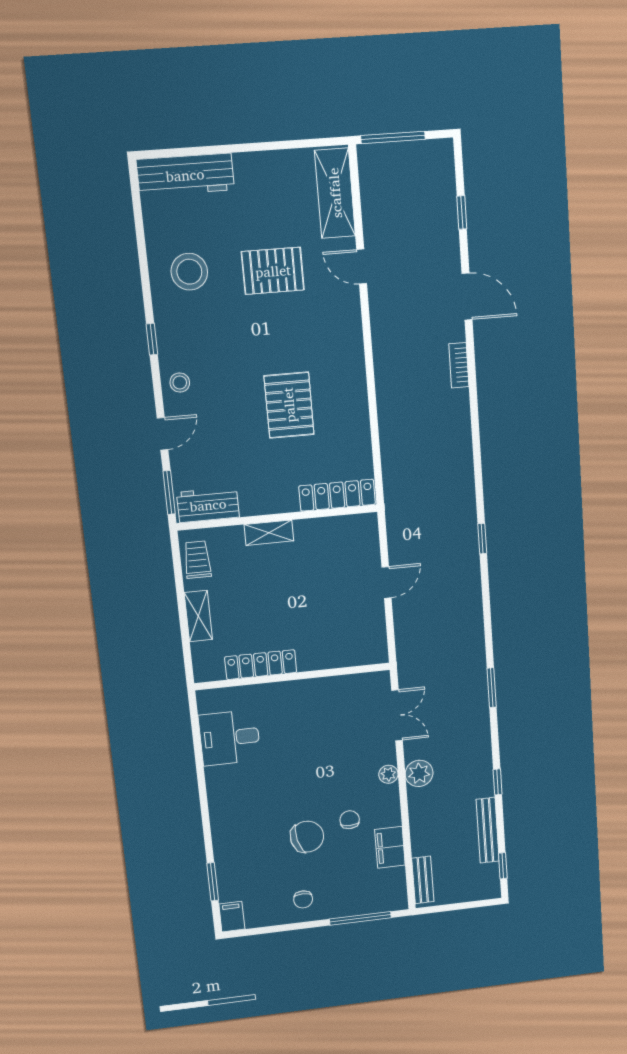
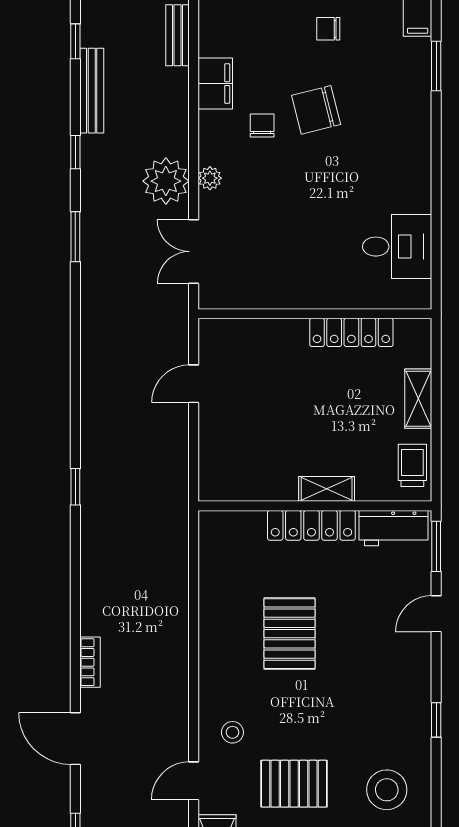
door: (362, 267) -> (194, 781), swing flipped
stool: (180, 383) -> (232, 732), moved
locker: (337, 495) -> (311, 525), moved
window: (482, 539) -> (75, 487), moved
trolley: (197, 560) -> (412, 465), turned 180
door: (386, 582) -> (194, 384), moved
window: (492, 688) -> (75, 237), moved
plant: (419, 773) -> (166, 181), width x1.36, depth x1.36
chair: (350, 820) -> (262, 125), turned 180
chair: (303, 899) -> (328, 29), turned -90

